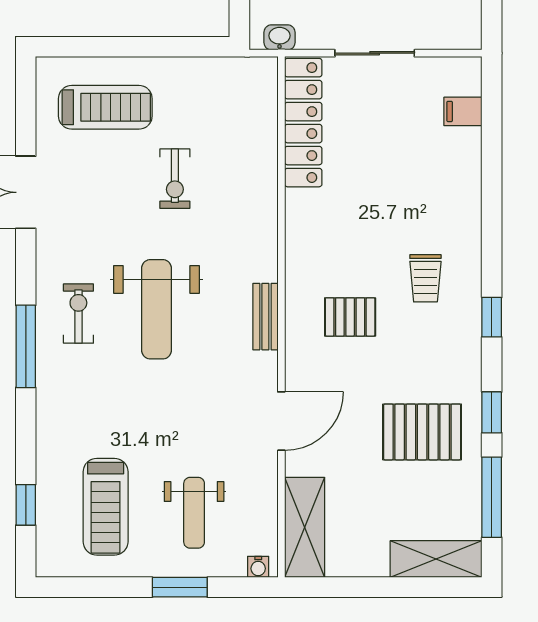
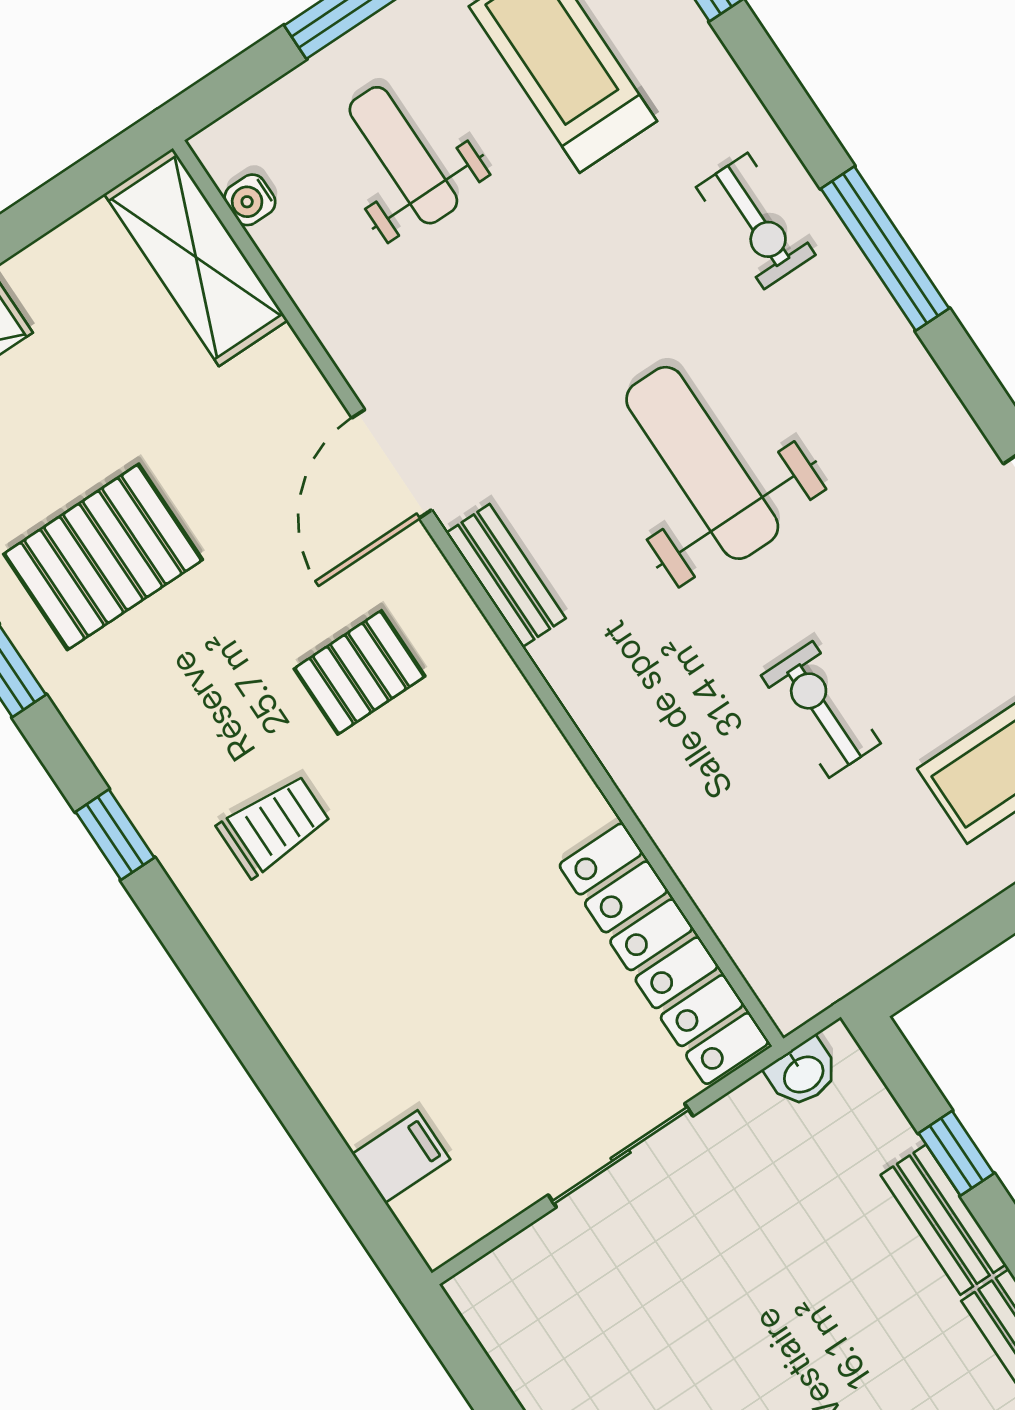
trolley: (425, 278) -> (274, 826), turned 90
exercise bike: (78, 314) -> (756, 221), moved
door: (281, 421) -> (392, 464), moved
water cooler: (258, 567) -> (250, 200), moved, turned -90

